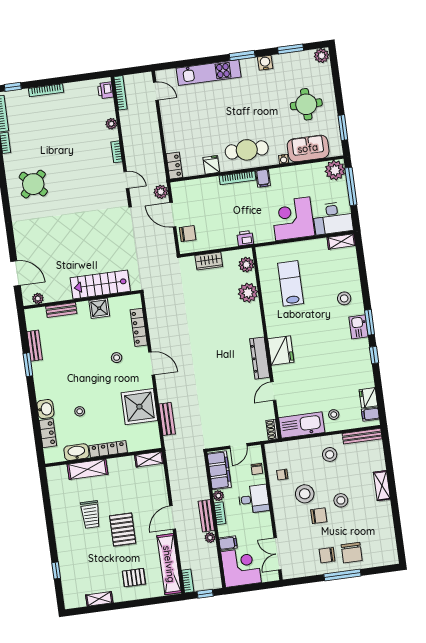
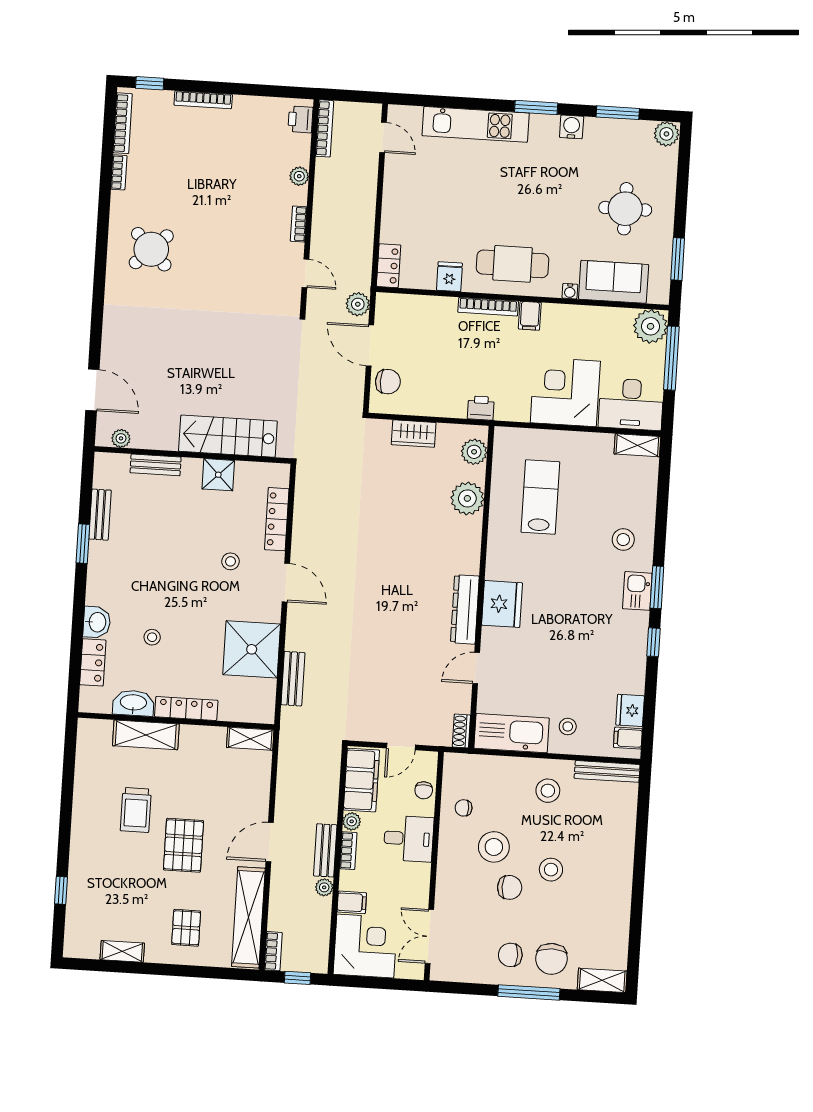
shelving: (382, 486) -> (602, 980), moved, turned 90
pallet: (134, 578) -> (186, 928), turned 90

